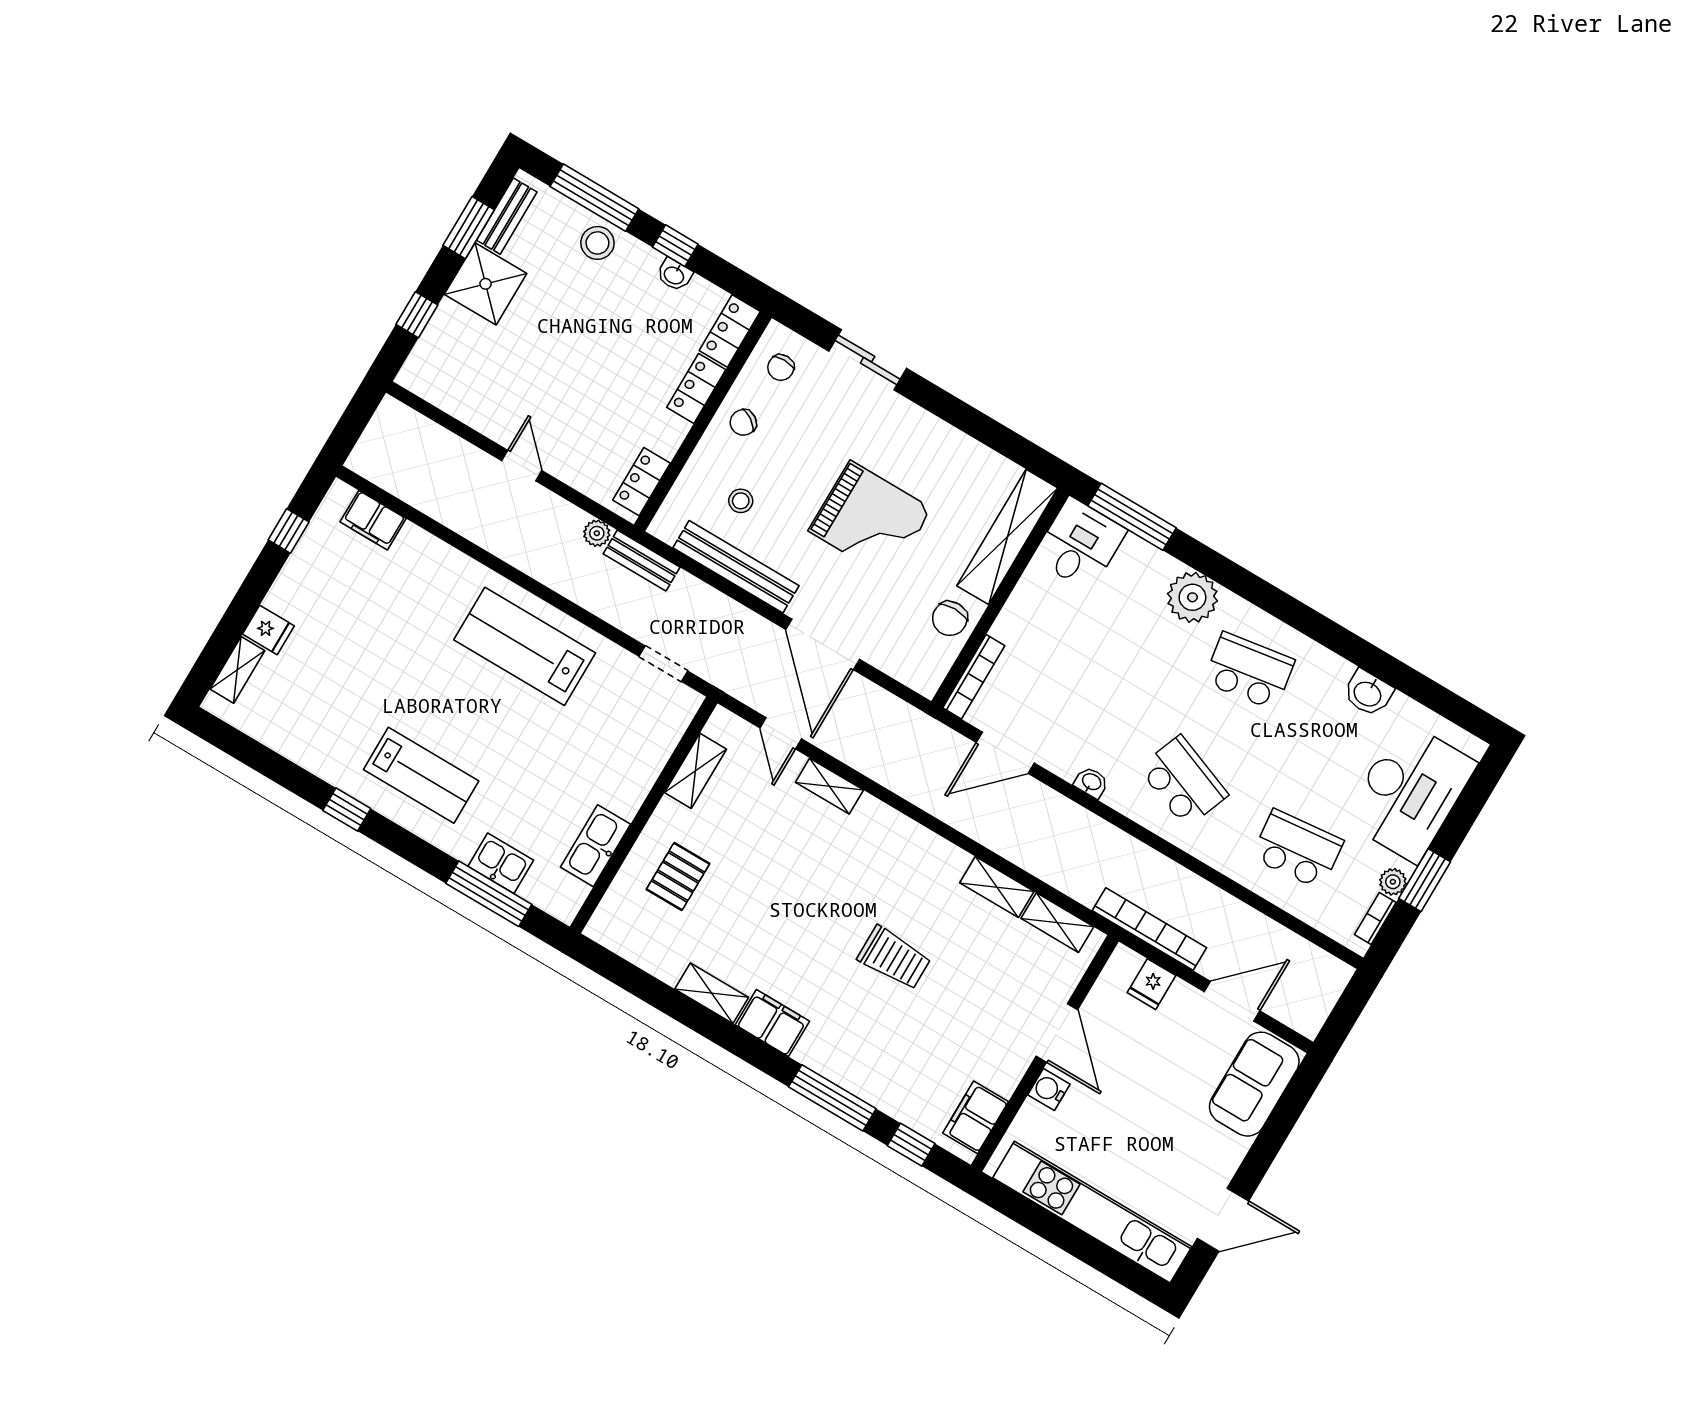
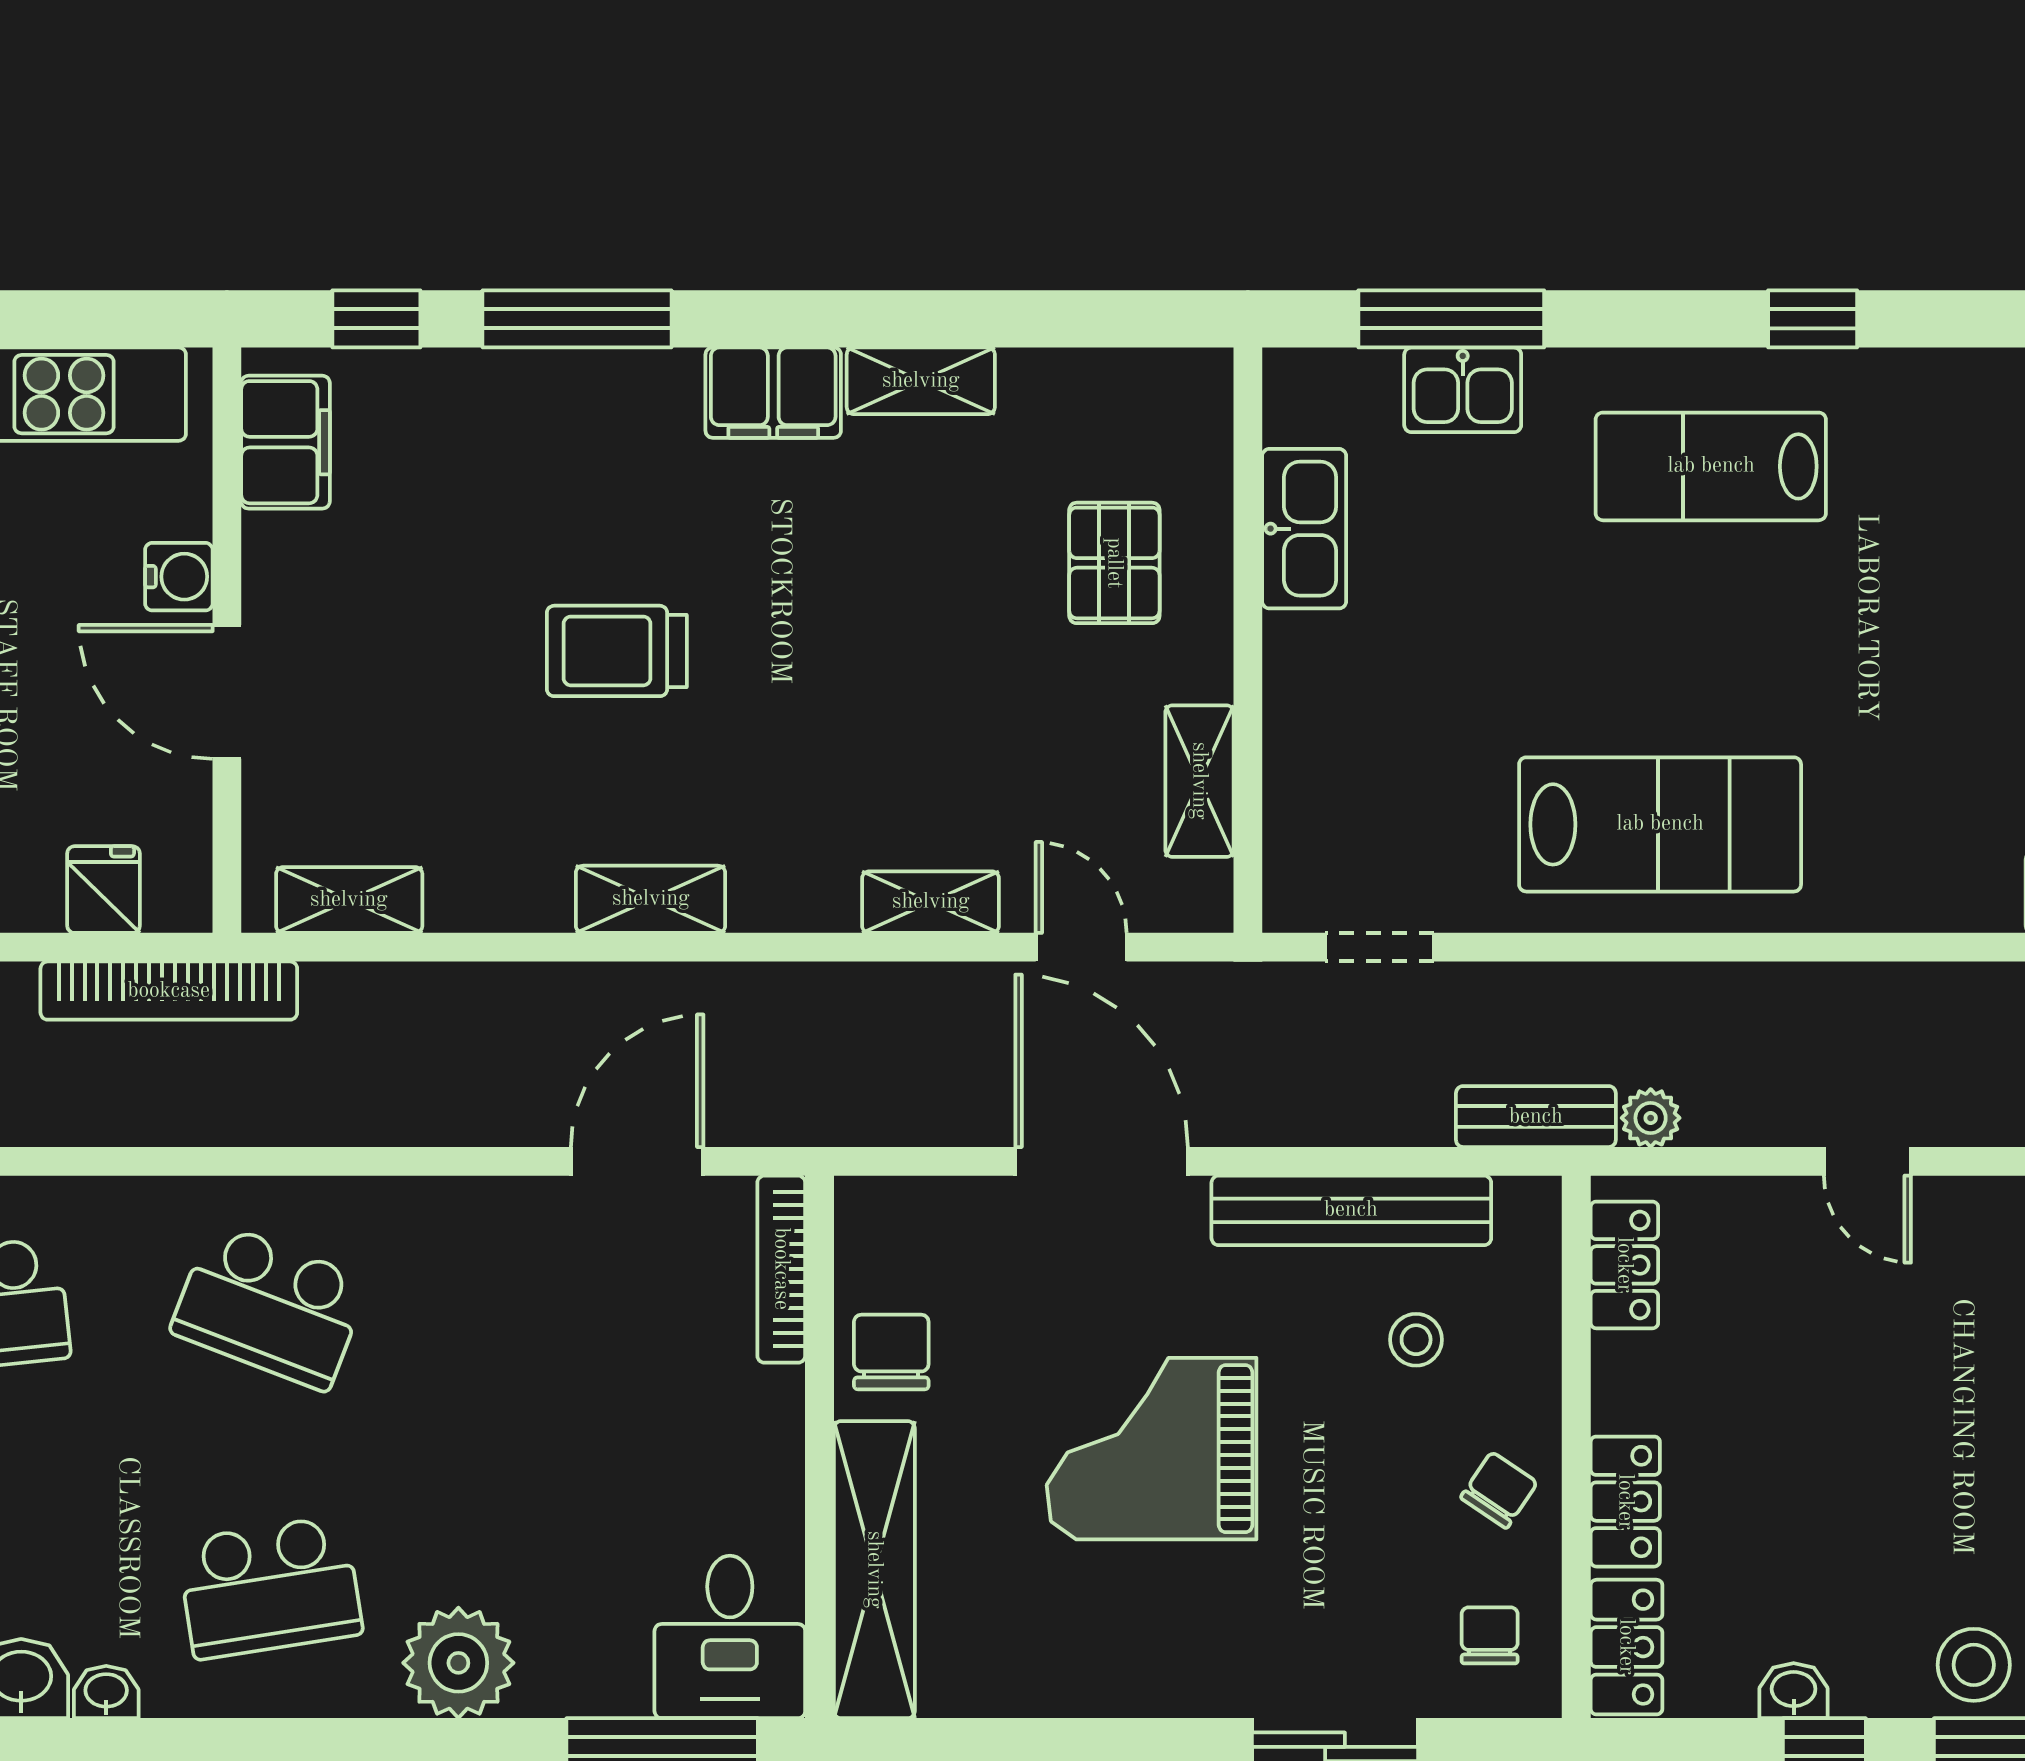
washbasin: (1091, 782) -> (106, 1692), moved, turned 180
shelving: (997, 887) -> (651, 899), moved

